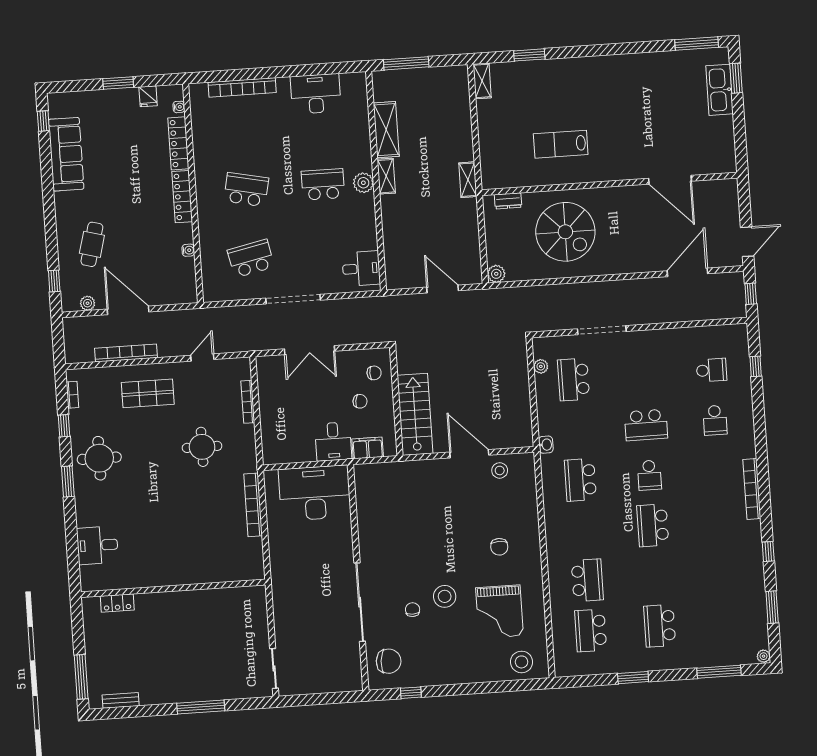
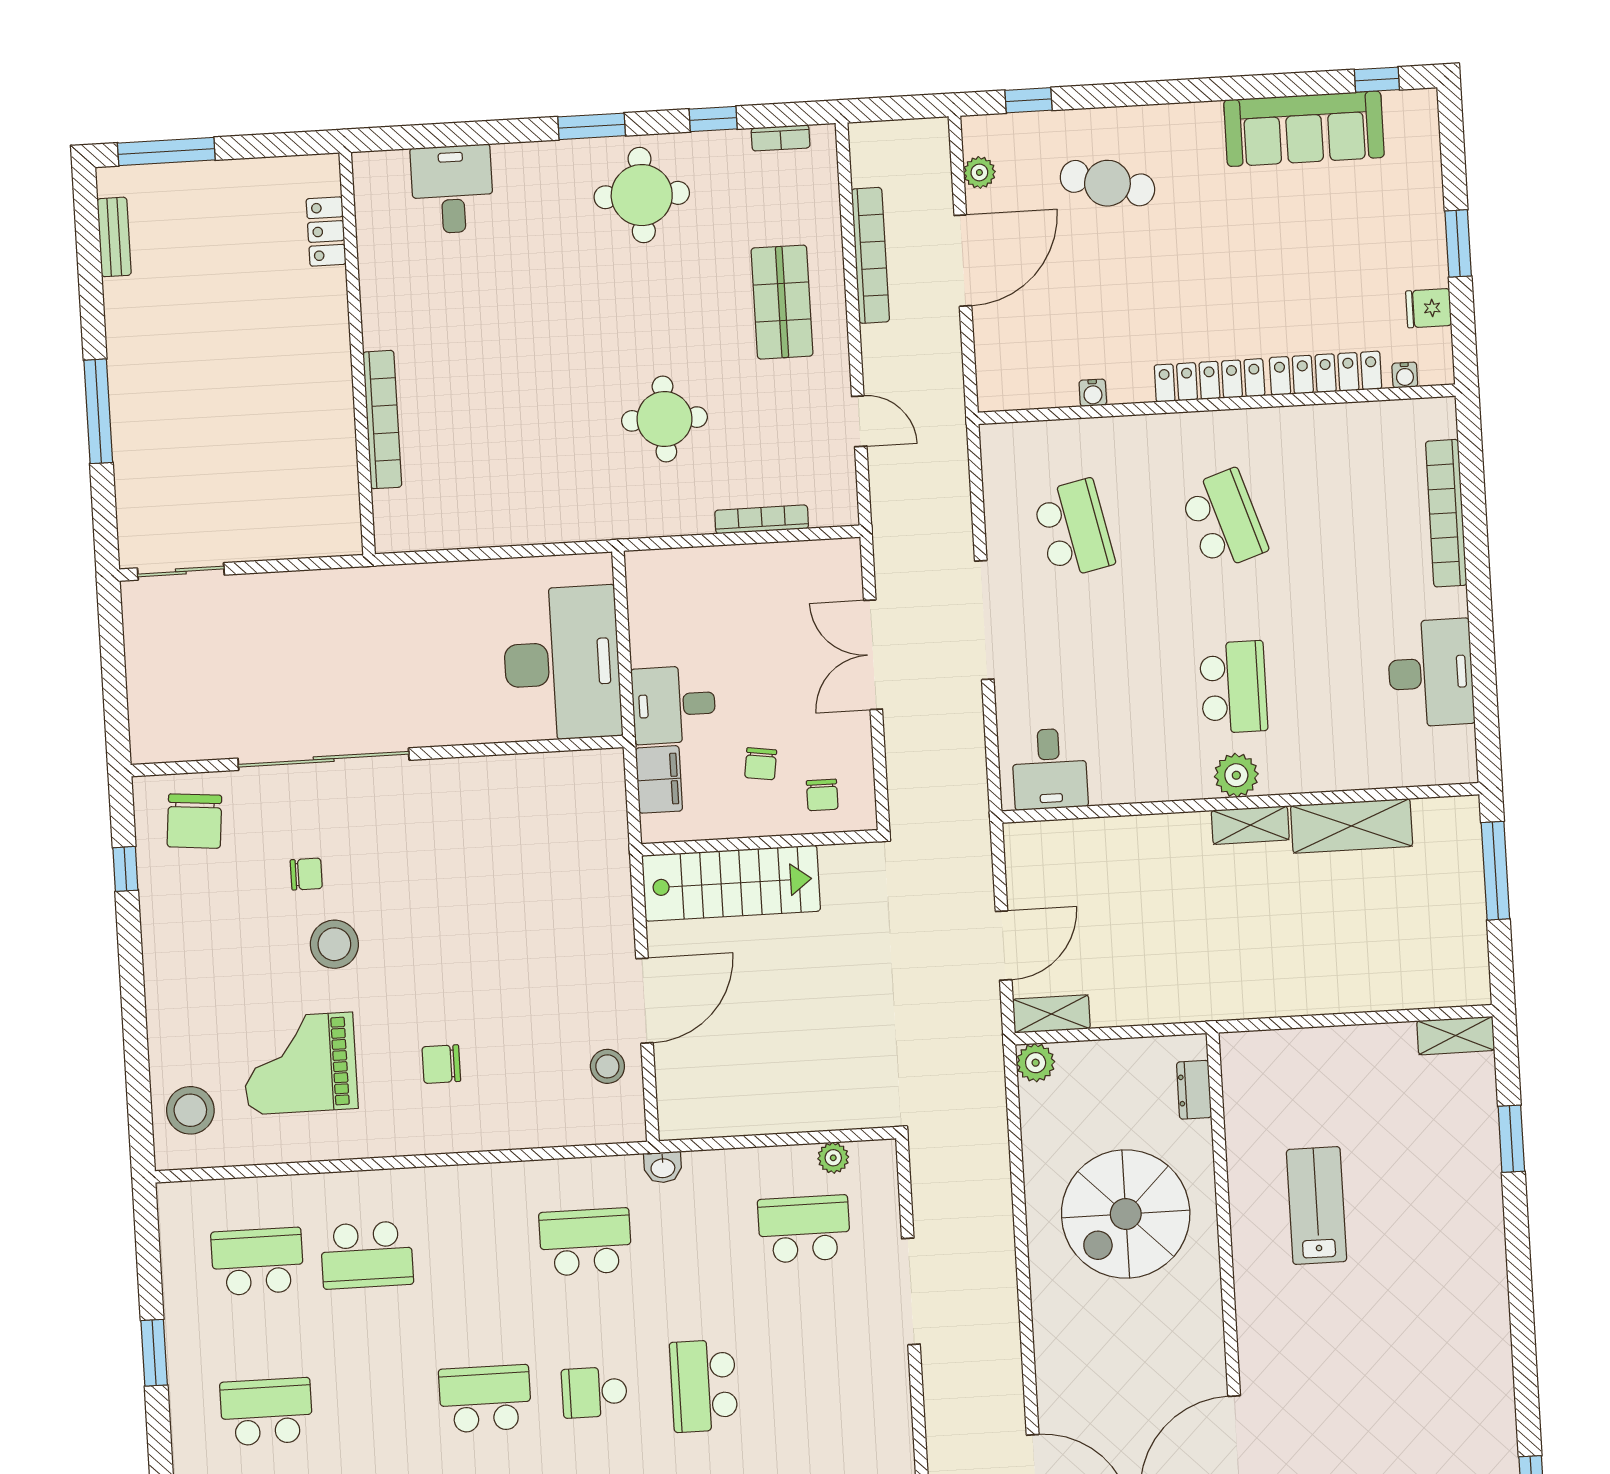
shelving: (468, 180) -> (1051, 1014), moved
school desk: (246, 190) -> (1224, 520), turned -30
bookcase: (253, 505) -> (382, 420), moved, turned 90

